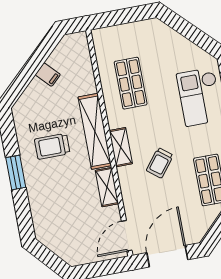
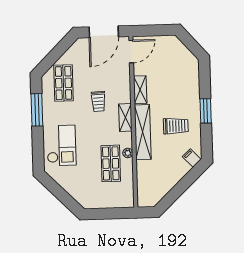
filing cabinet: (48, 75) -> (192, 158), moved
plant: (110, 101) -> (128, 153), added
trolley: (160, 163) -> (98, 101), turned 140

